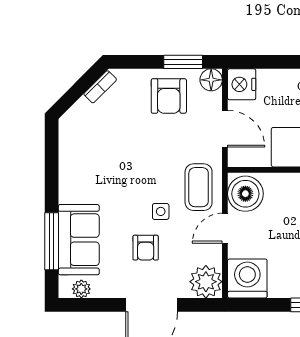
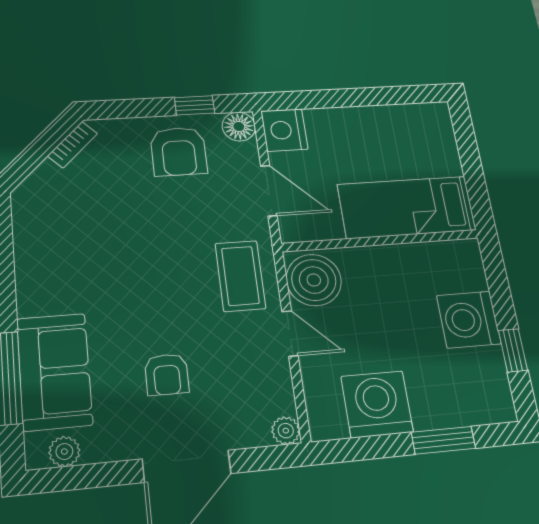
window: (183, 62) -> (195, 105), width x0.67
side table: (161, 211) -> (185, 316), removed
door: (225, 228) -> (290, 334), swing flipped
washing machine: (247, 278) -> (377, 404), moved
plant: (206, 282) -> (286, 431), width x0.53, depth x0.53

